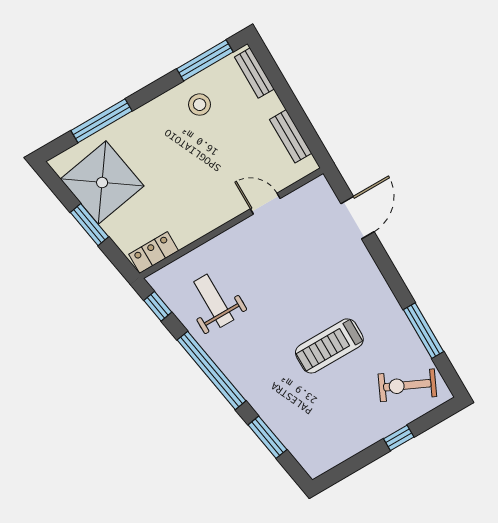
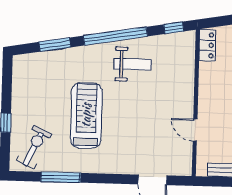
door: (265, 204) -> (195, 130), swing flipped
weight bench: (214, 301) -> (133, 64), moved
treadmill: (329, 346) -> (86, 115), width x1.37, depth x1.38

